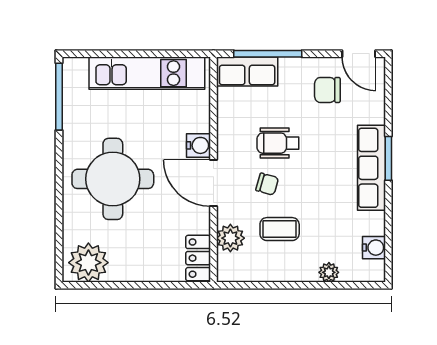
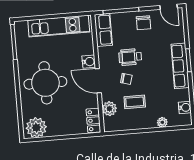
row of seats: (247, 71) -> (103, 30), moved, turned -90
chair: (327, 90) -> (143, 23), moved, turned -90

